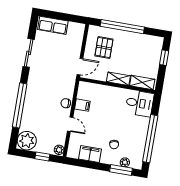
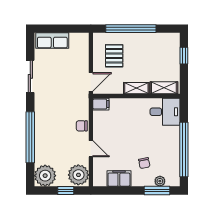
filing cabinet: (82, 105) -> (101, 104), moved
plant: (59, 150) -> (78, 175), width x1.87, depth x1.87

